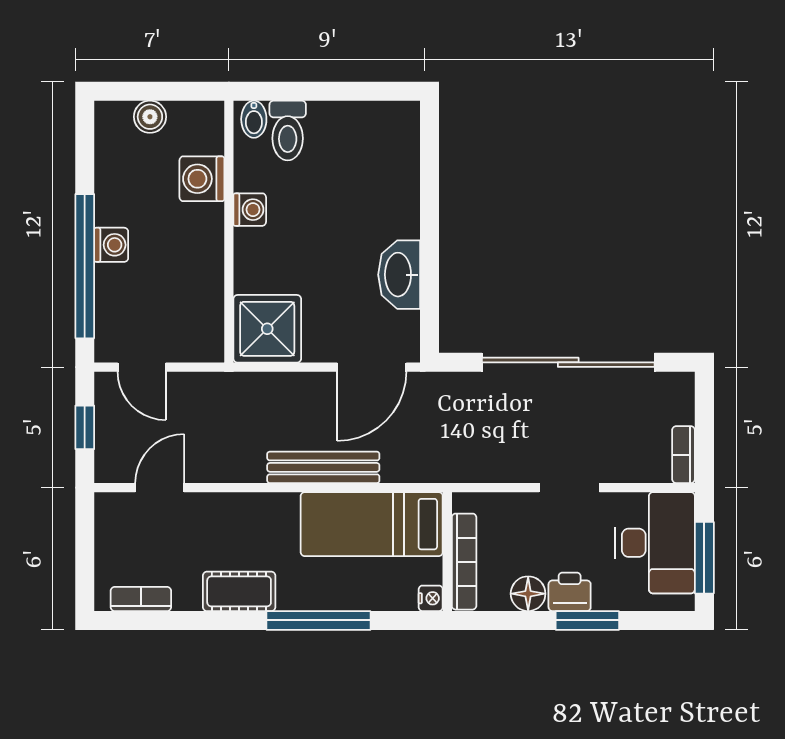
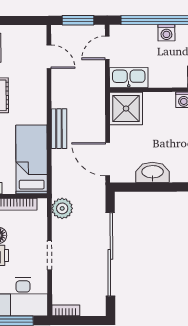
kitchen sink: (204, 323) -> (129, 78), added
window: (85, 427) -> (78, 20), width x1.50
plant: (473, 461) -> (62, 208), added
bench: (323, 467) -> (59, 129), width x0.73

